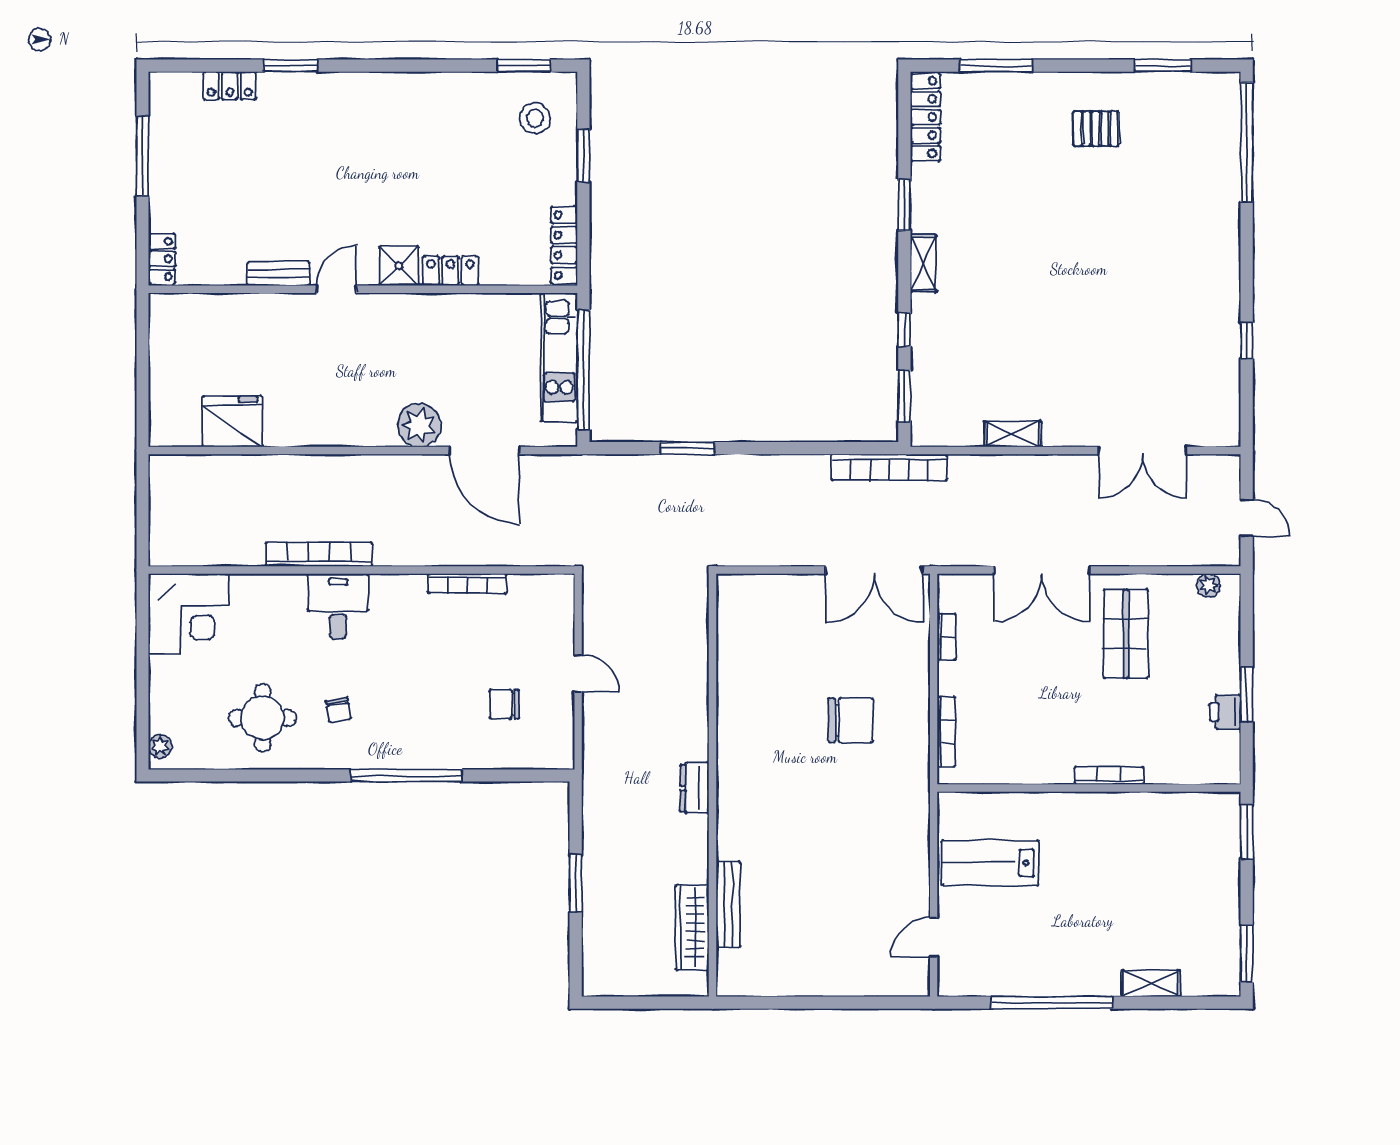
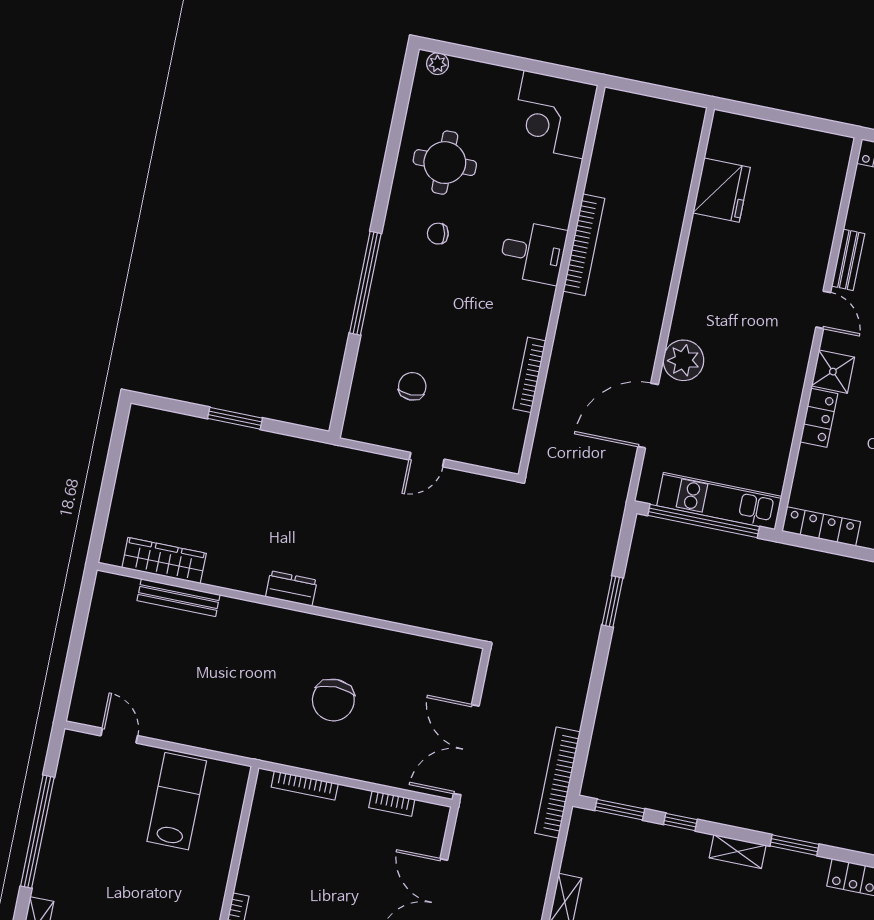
wall: (713, 785) -> (291, 605), moved
dresser: (695, 788) -> (291, 589), moved
bench: (728, 905) -> (178, 598), moved
wardrobe: (692, 928) -> (164, 560), moved

